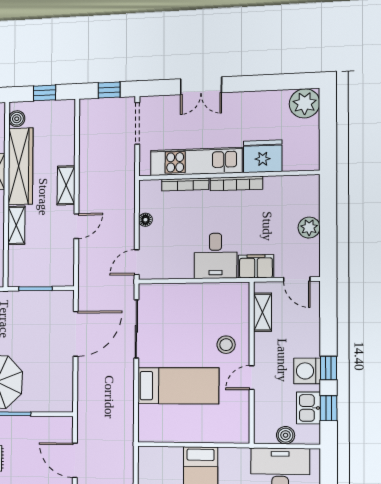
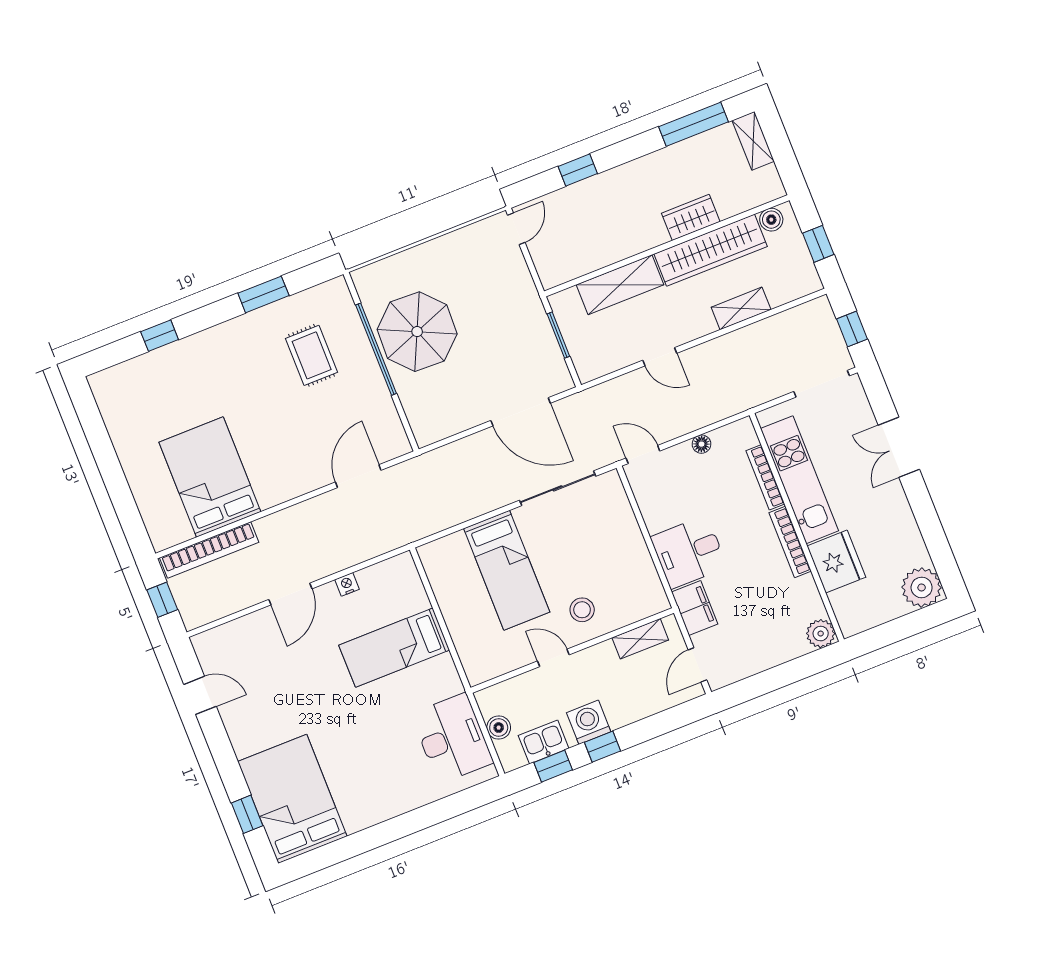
shelving: (66, 185) -> (741, 308), moved
shelving: (16, 225) -> (620, 285), width x1.50, depth x1.33
plant: (309, 228) -> (821, 634), moved

